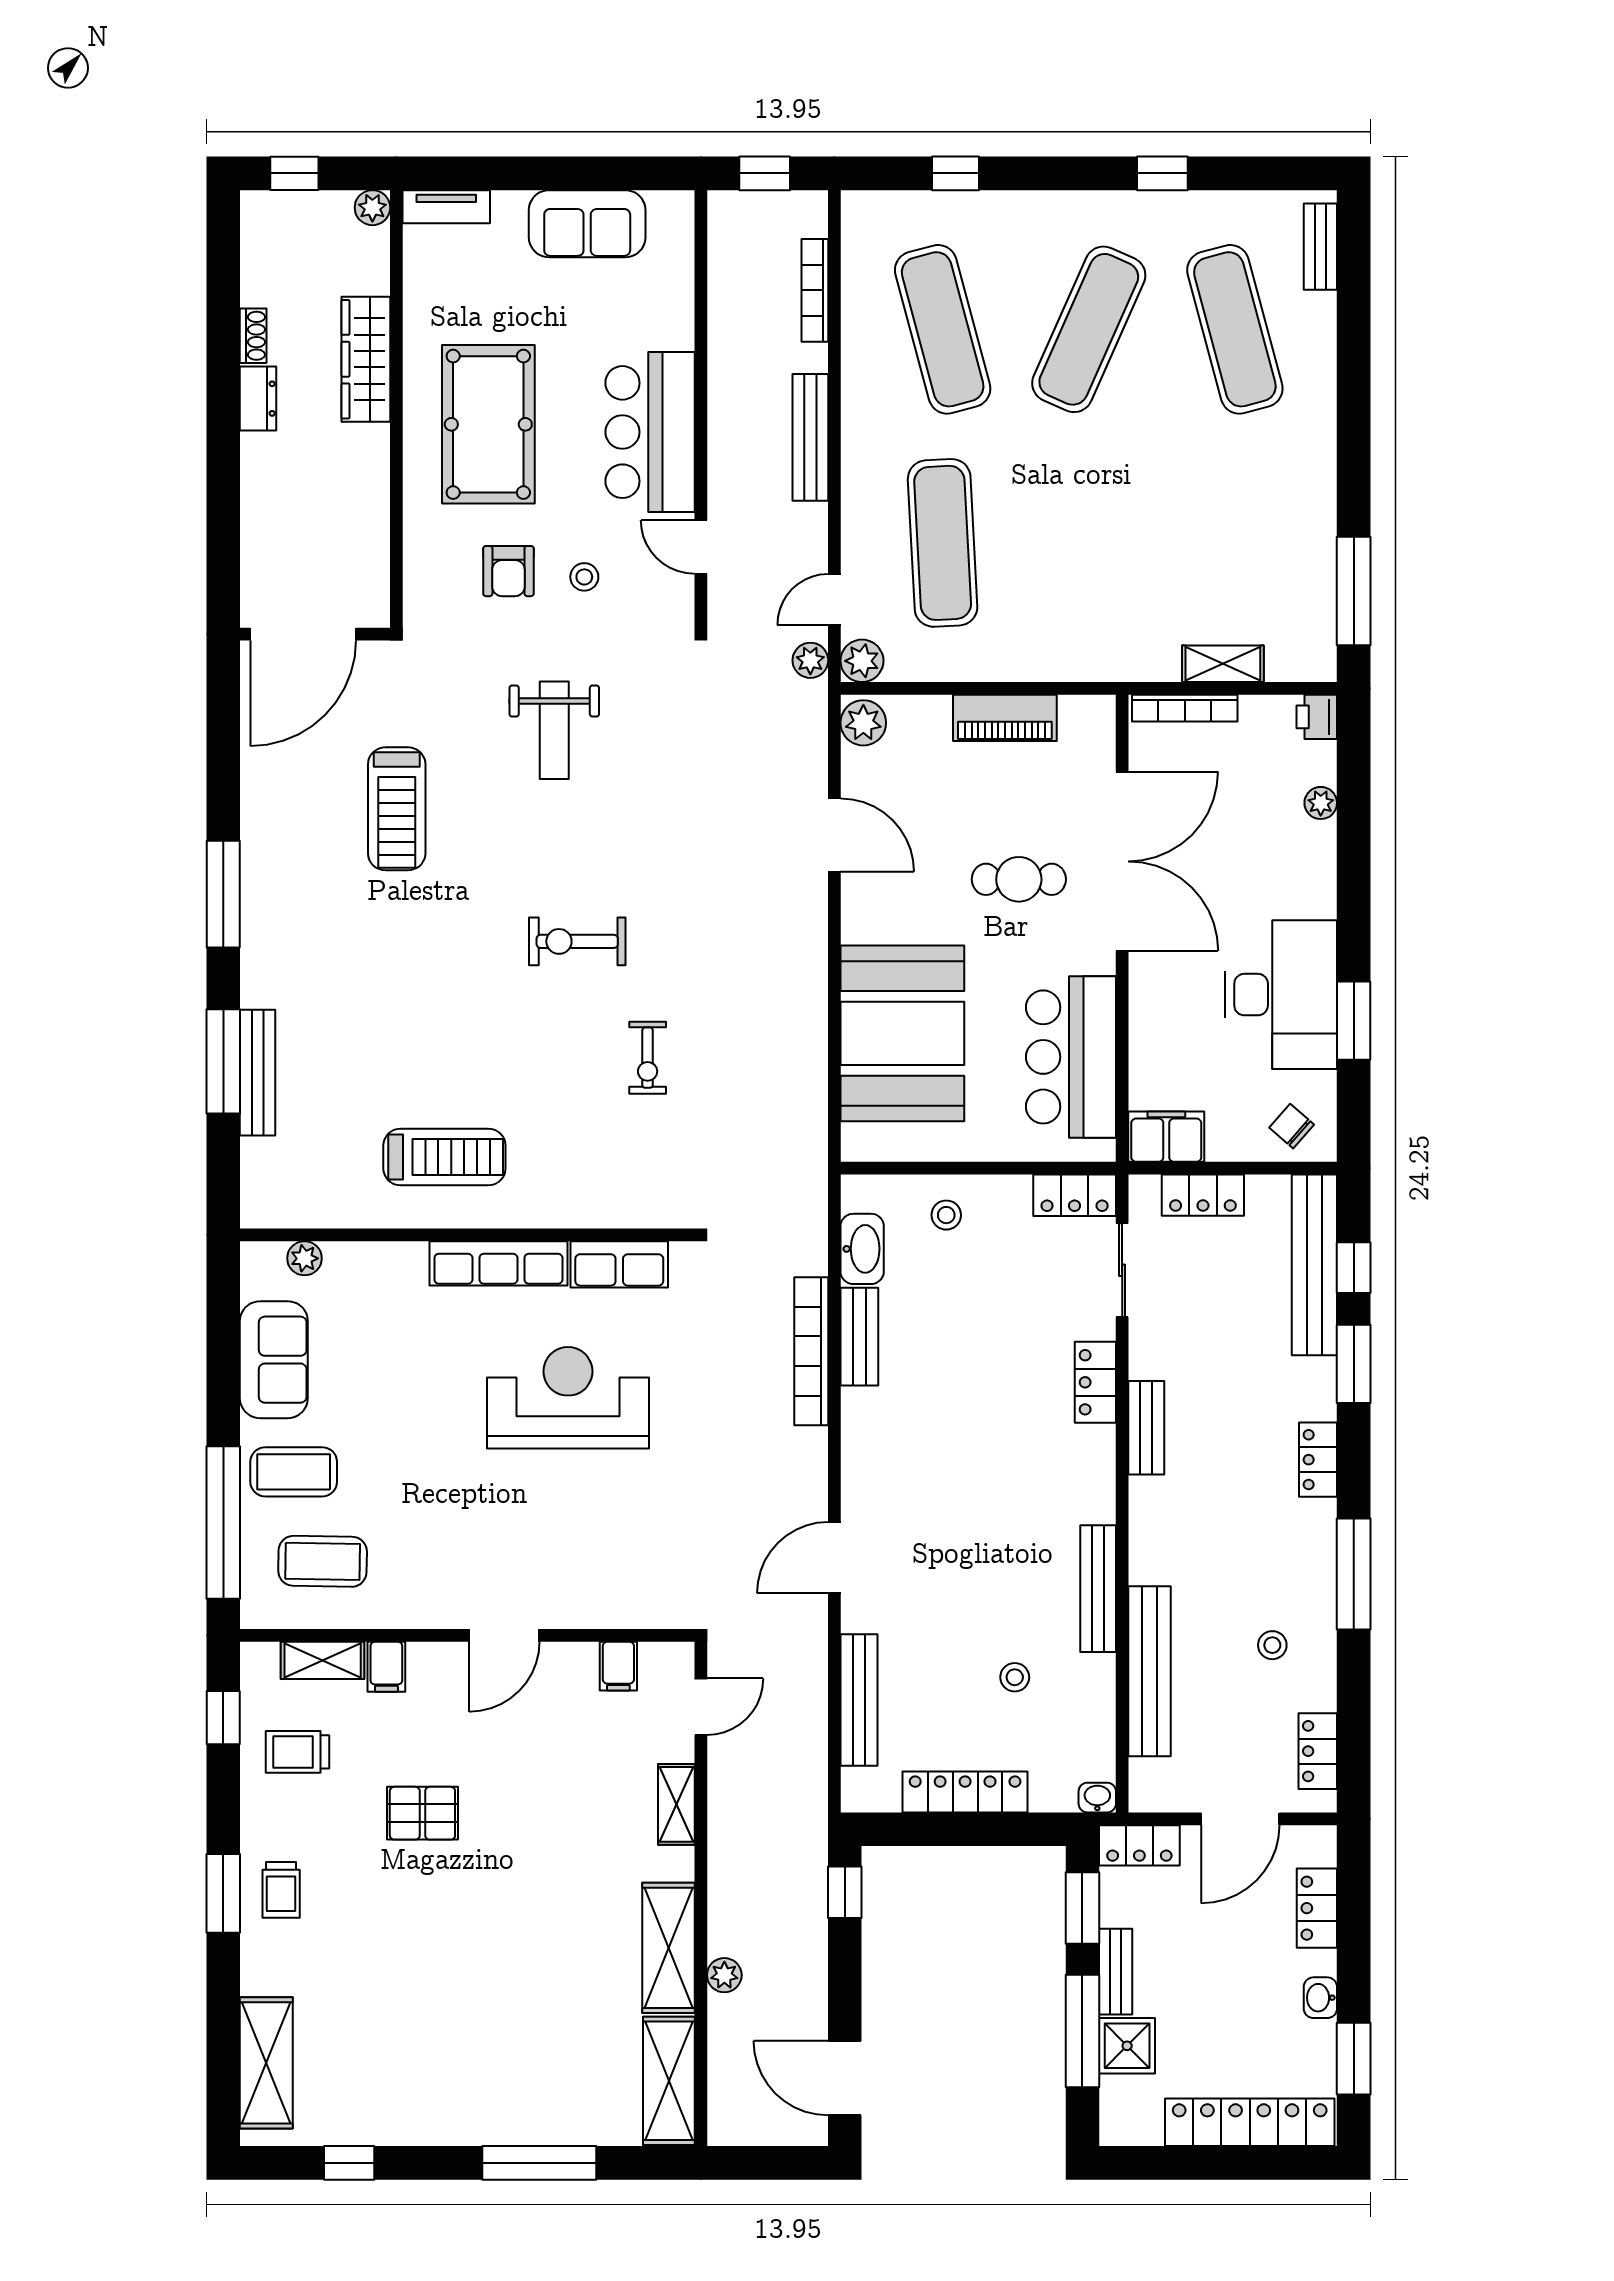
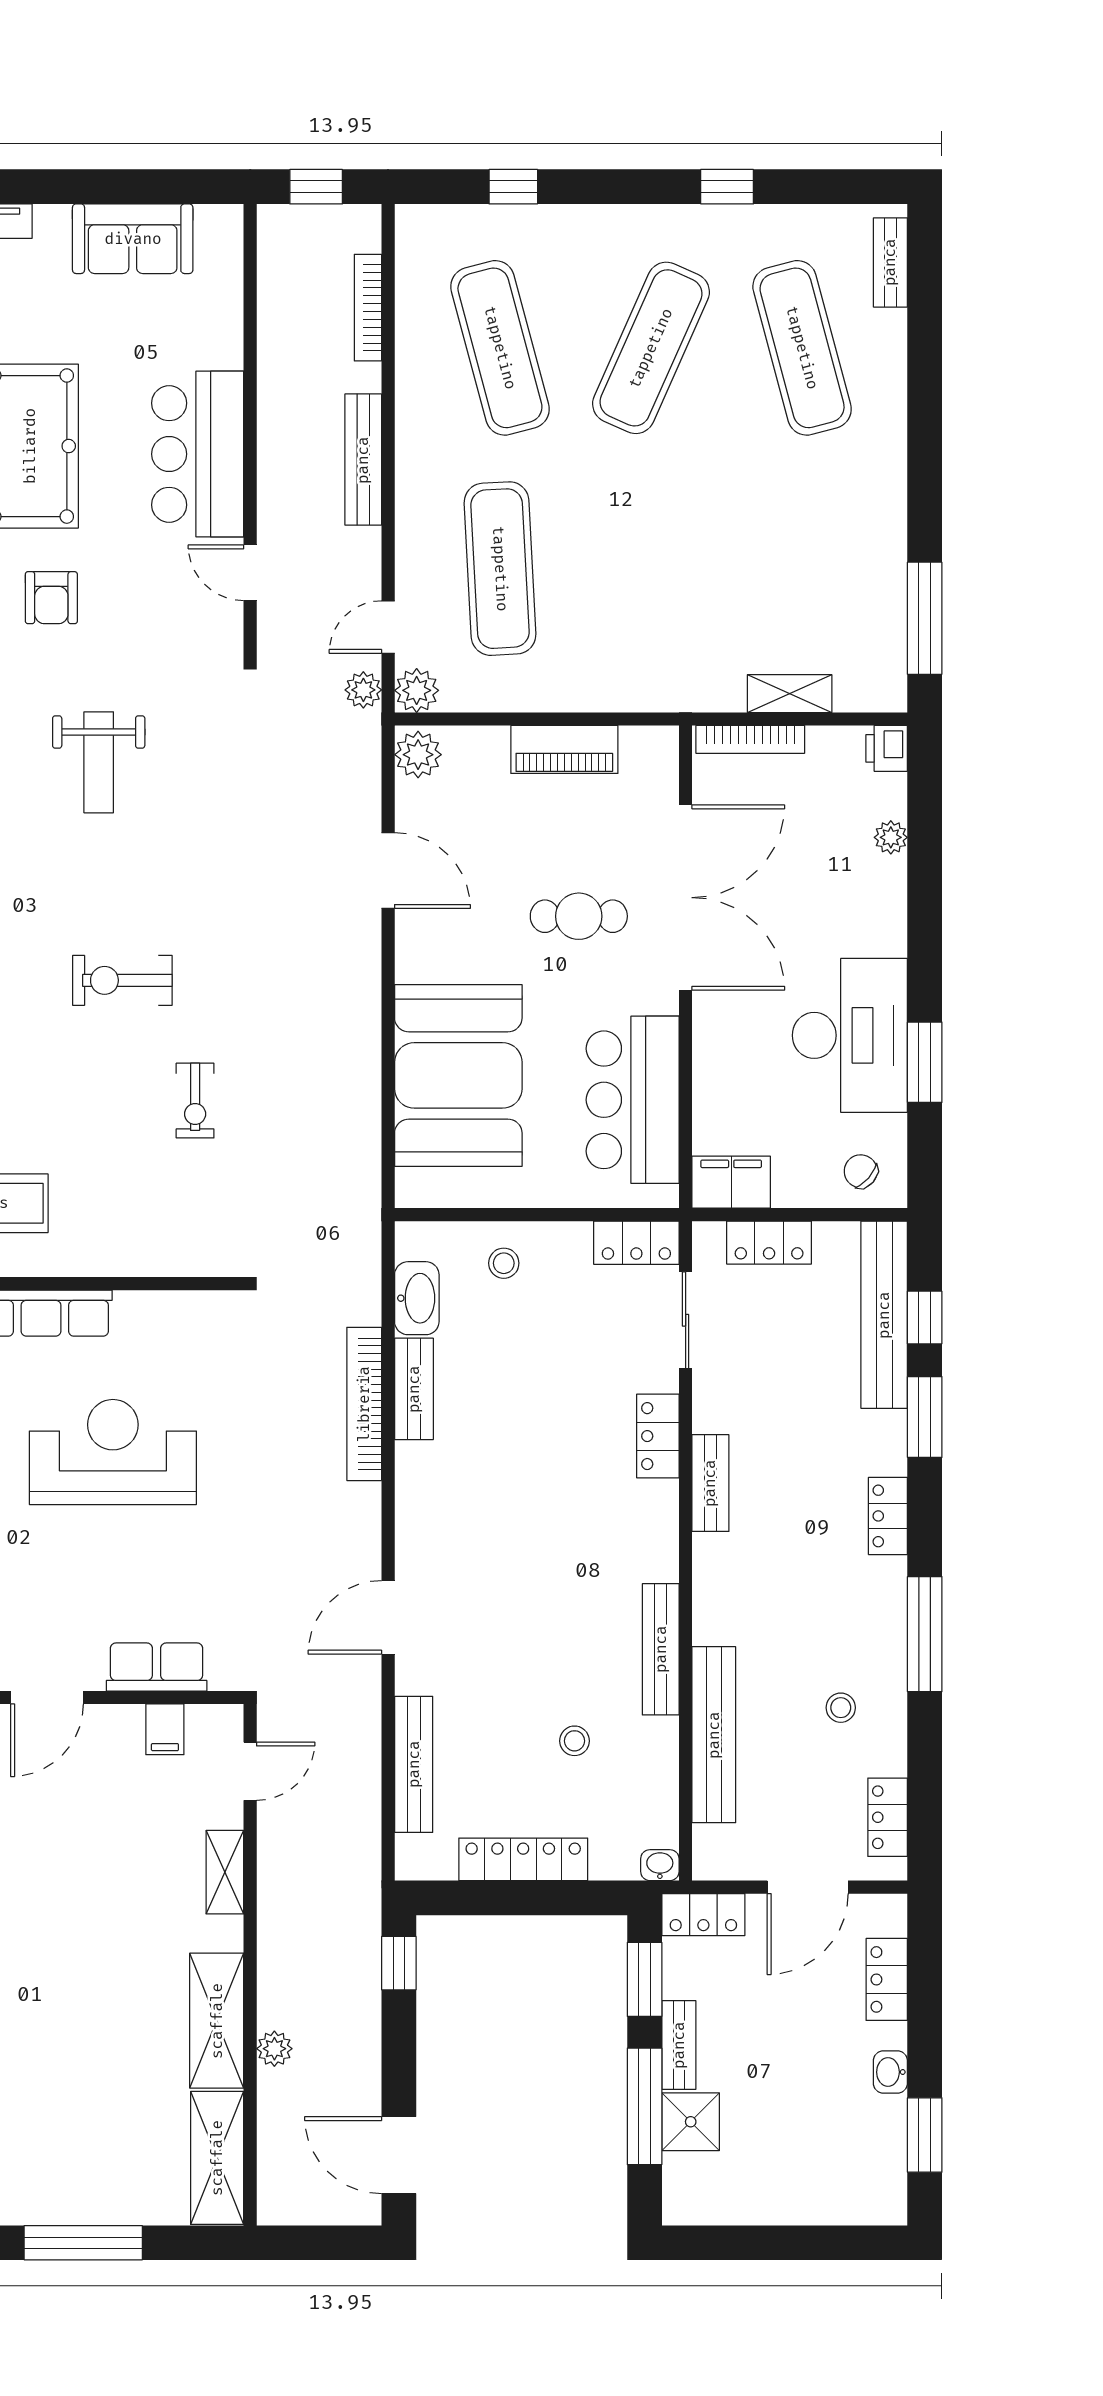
stool: (584, 577) -> (130, 604), removed
row of seats: (619, 1264) -> (157, 1667), moved, turned 180
locker: (1250, 2122) -> (817, 2201), removed

